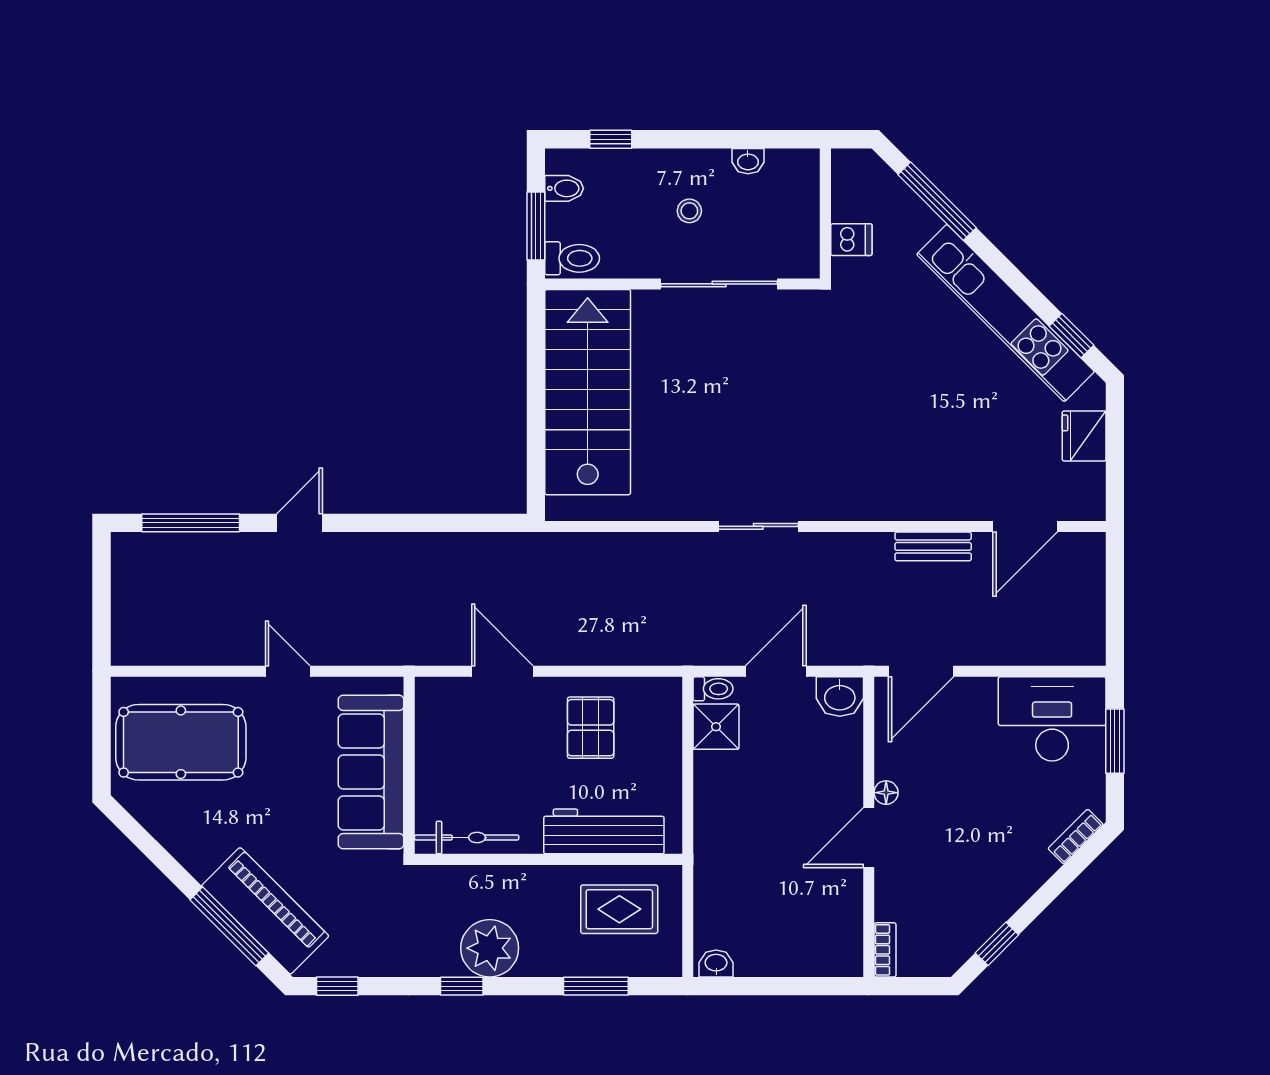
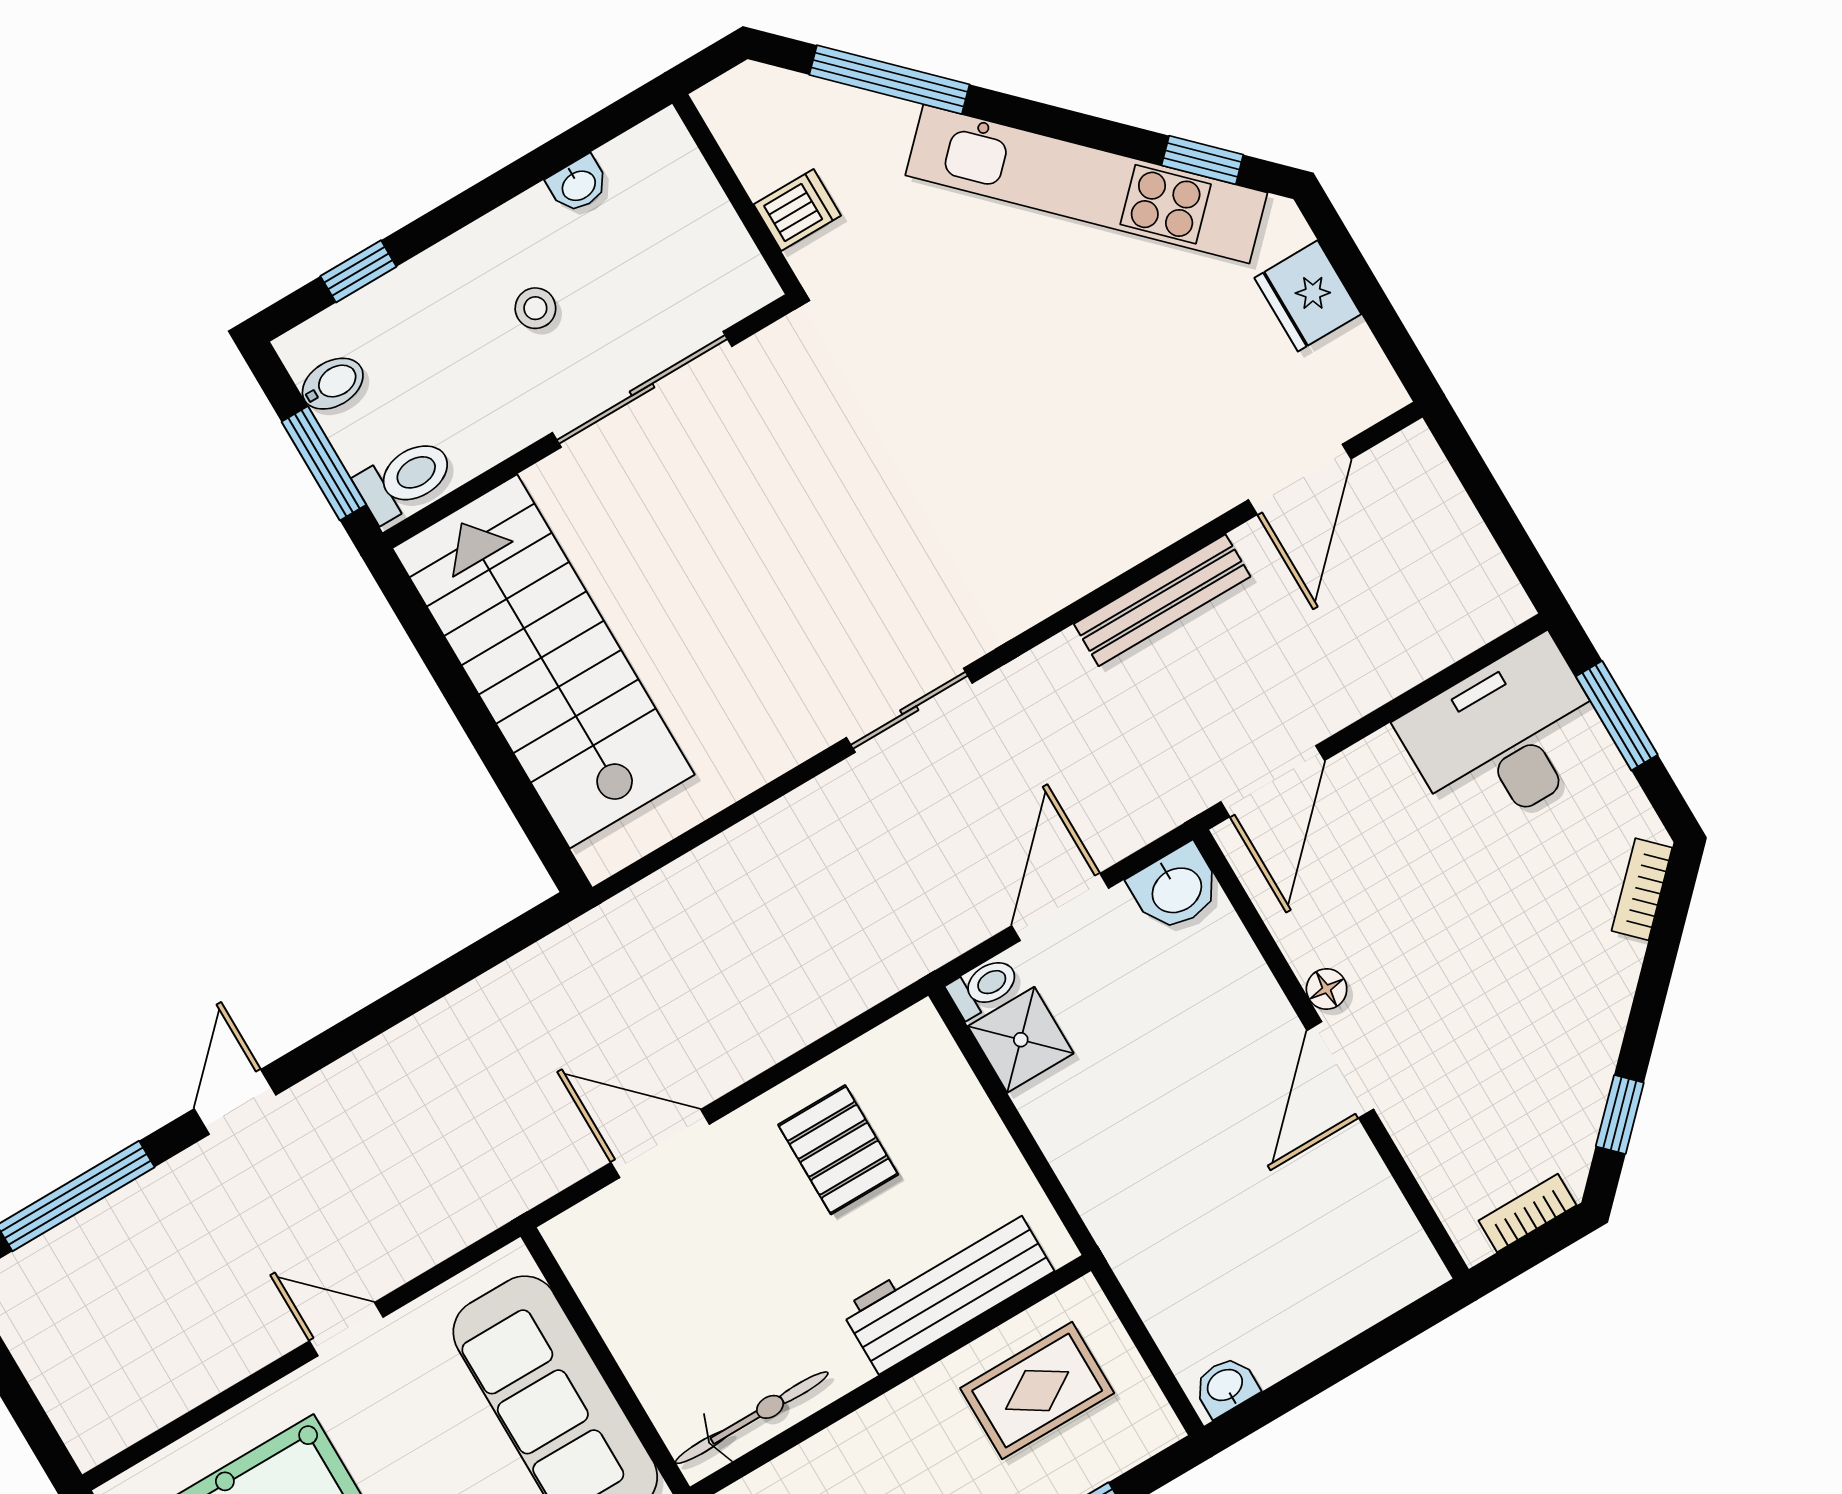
bench: (933, 546) -> (1162, 600), width x1.36
bookcase: (885, 950) -> (1527, 1213), moved, turned -90

